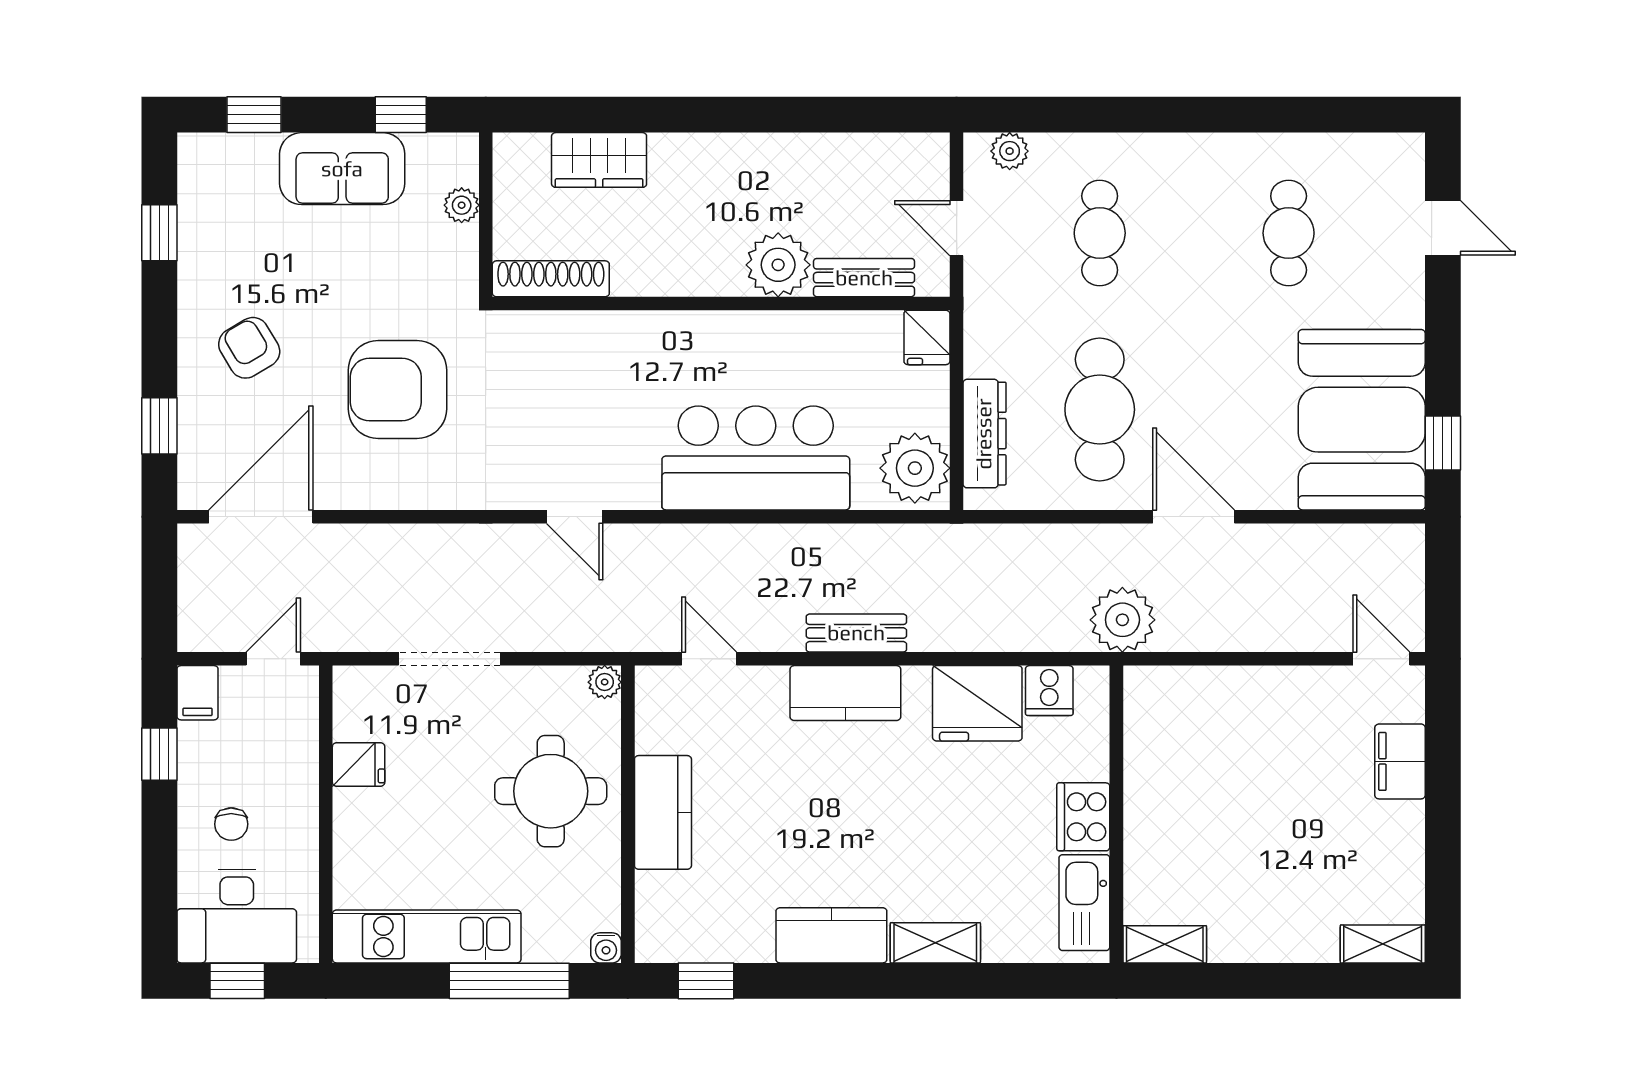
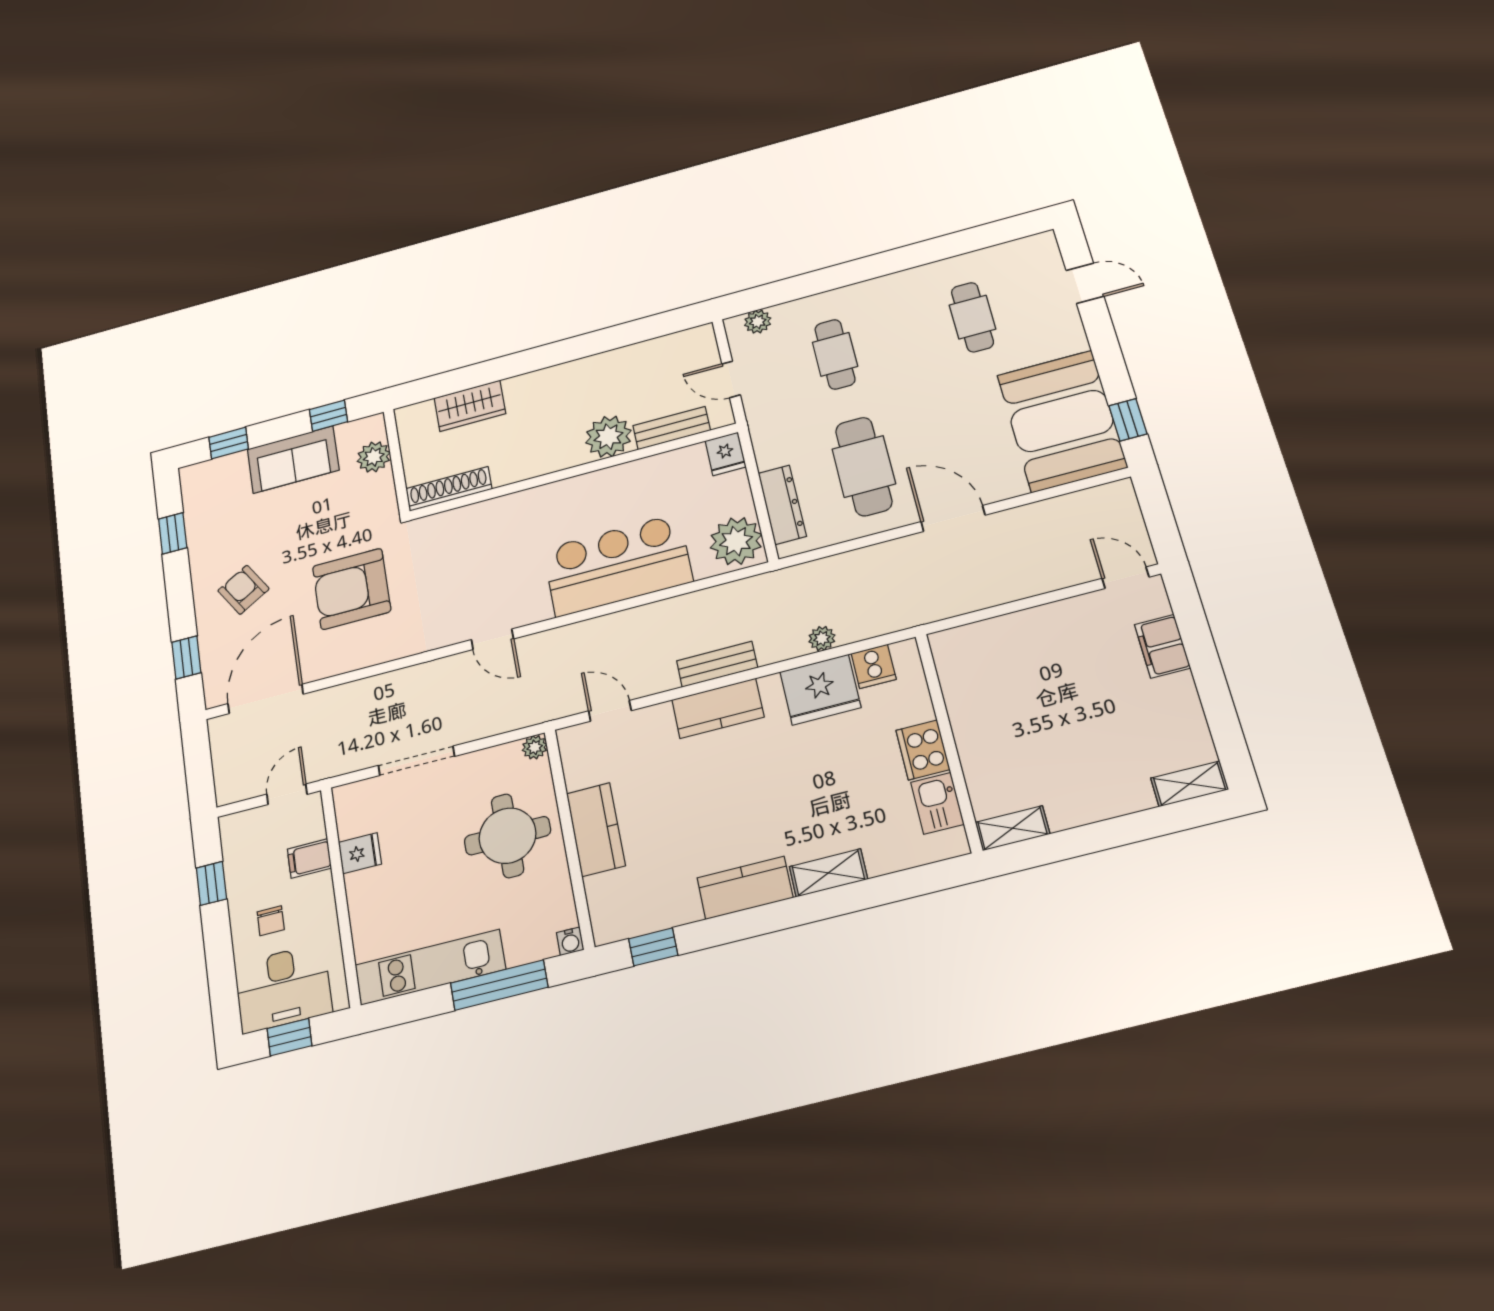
plant: (462, 205) -> (374, 457), width x1.38, depth x1.38
plant: (1122, 620) -> (822, 638), moved, width x0.53, depth x0.53
filing cabinet: (197, 693) -> (309, 859), moved, turned 90
kitchen sink: (1084, 903) -> (937, 803), width x0.73

